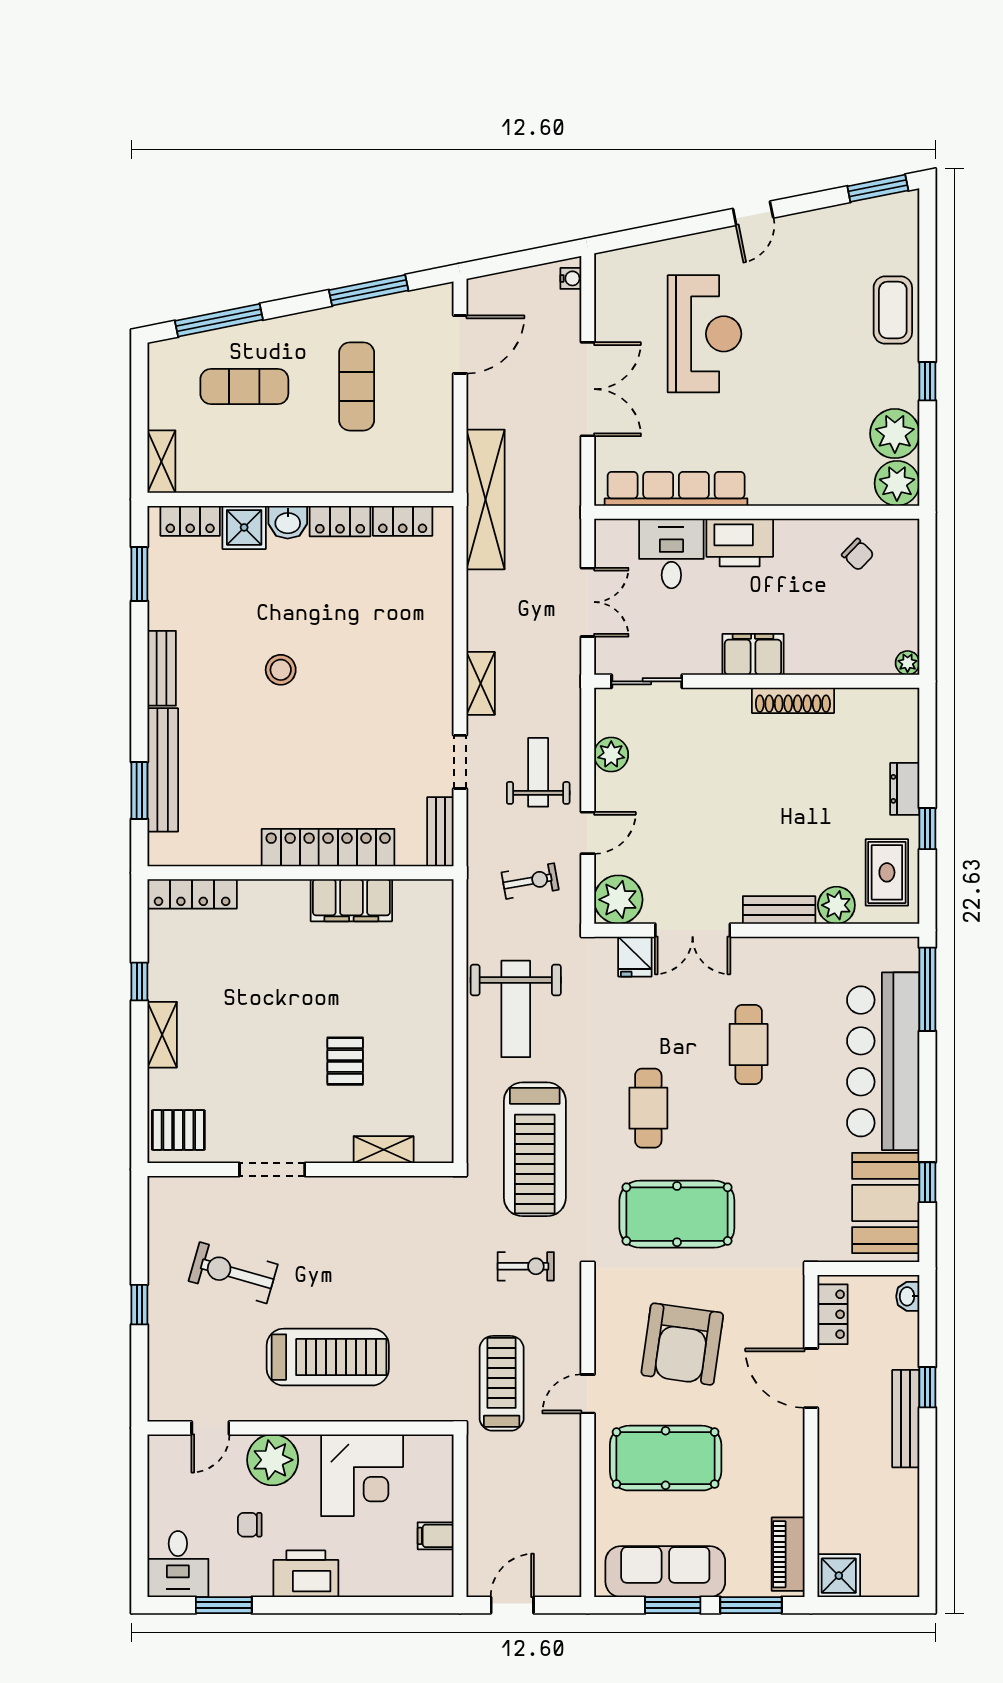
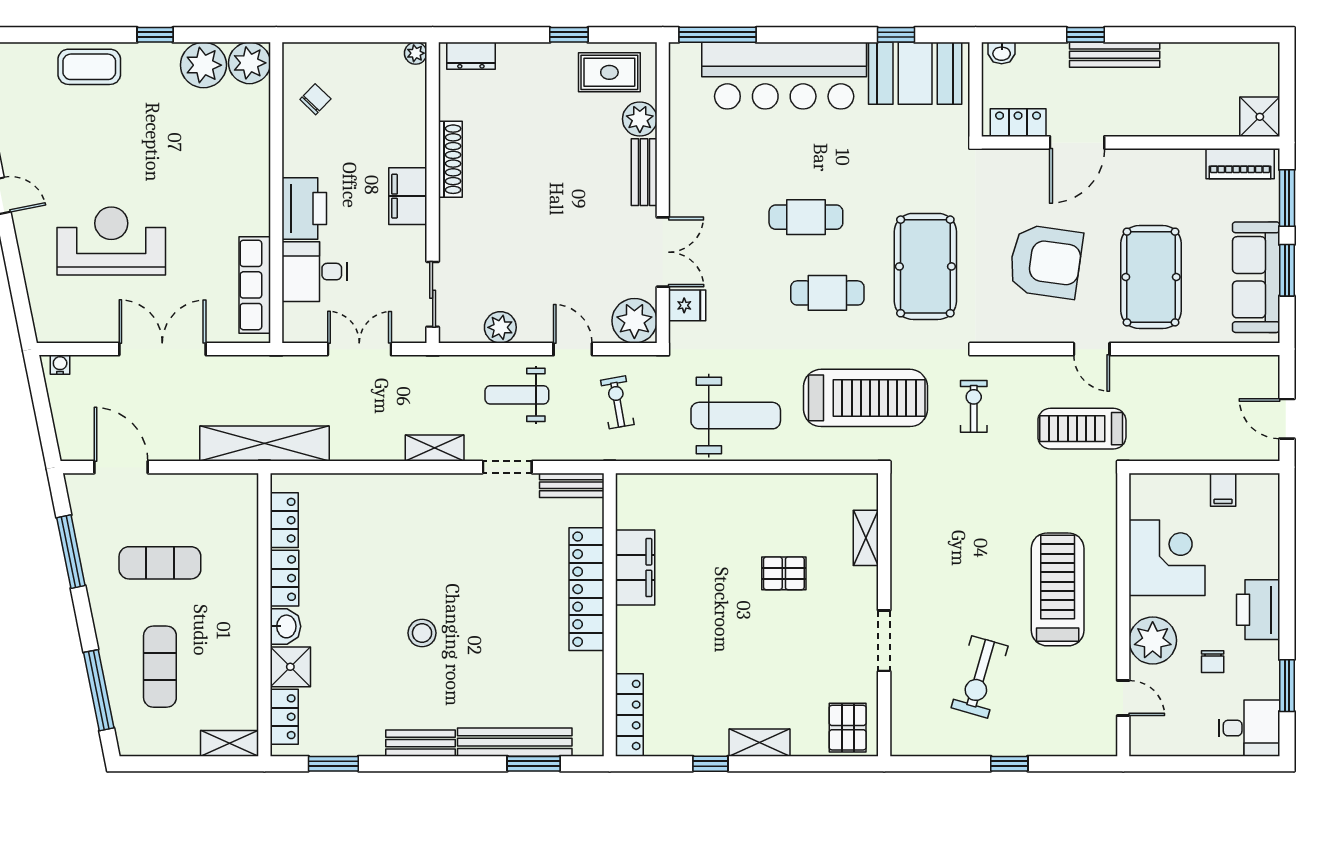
row of seats: (676, 489) -> (255, 285), width x0.73
dresser: (905, 789) -> (471, 56), moved
cafe table: (749, 1044) -> (806, 217), moved

